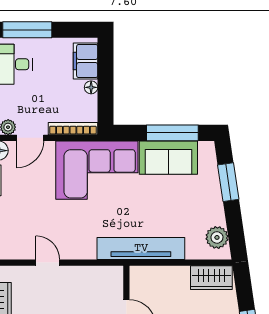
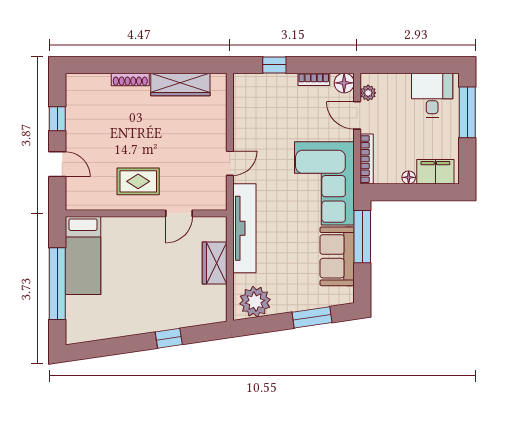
window: (172, 133) -> (362, 237), moved
plant: (217, 237) -> (255, 302), width x1.36, depth x1.36
door: (48, 263) -> (230, 163), moved
wardrobe: (211, 278) -> (215, 263), moved

